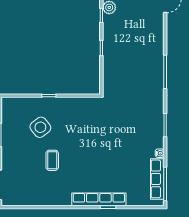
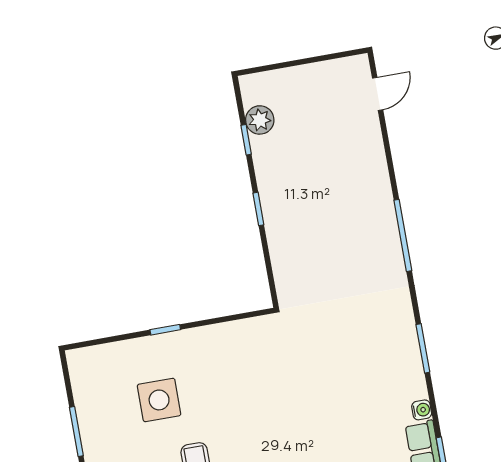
side table: (40, 127) -> (159, 400), turned 38

